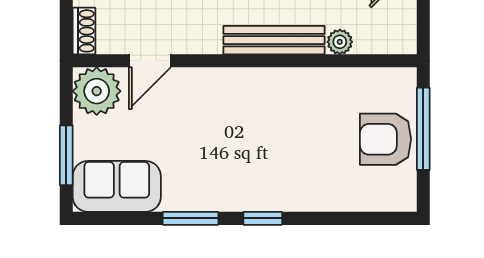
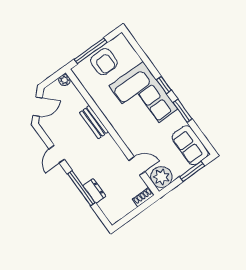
bench: (274, 40) -> (94, 122), width x0.73
plant: (340, 42) -> (64, 80), moved
corner sofa: (267, 164) -> (143, 98), added

